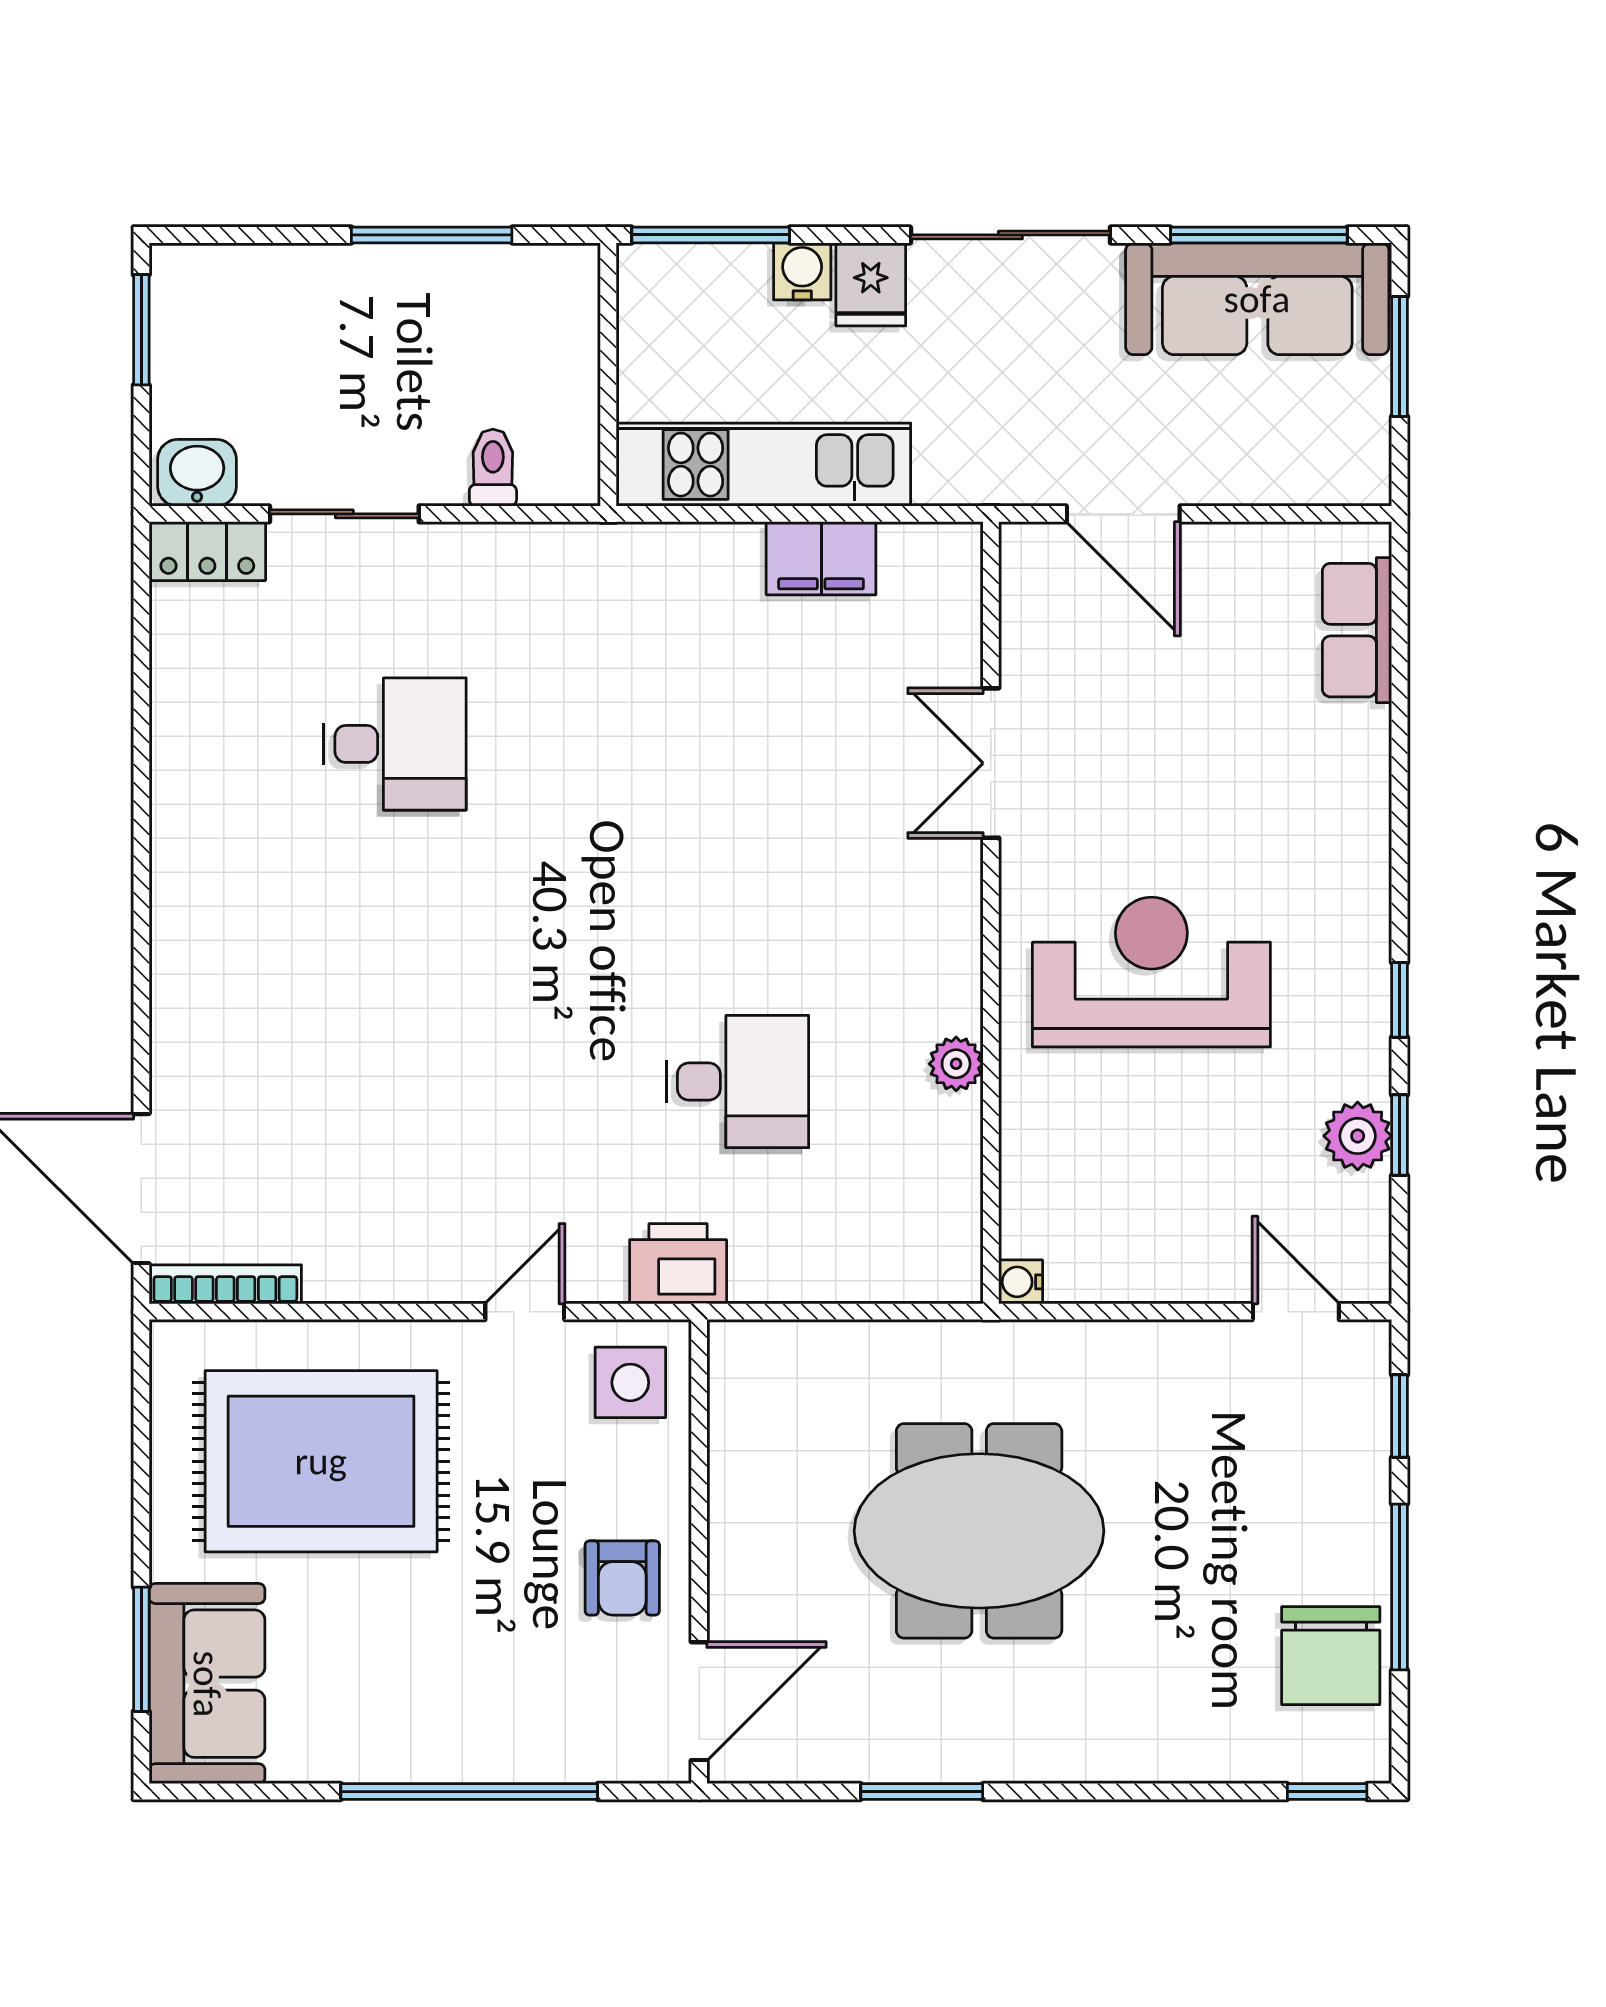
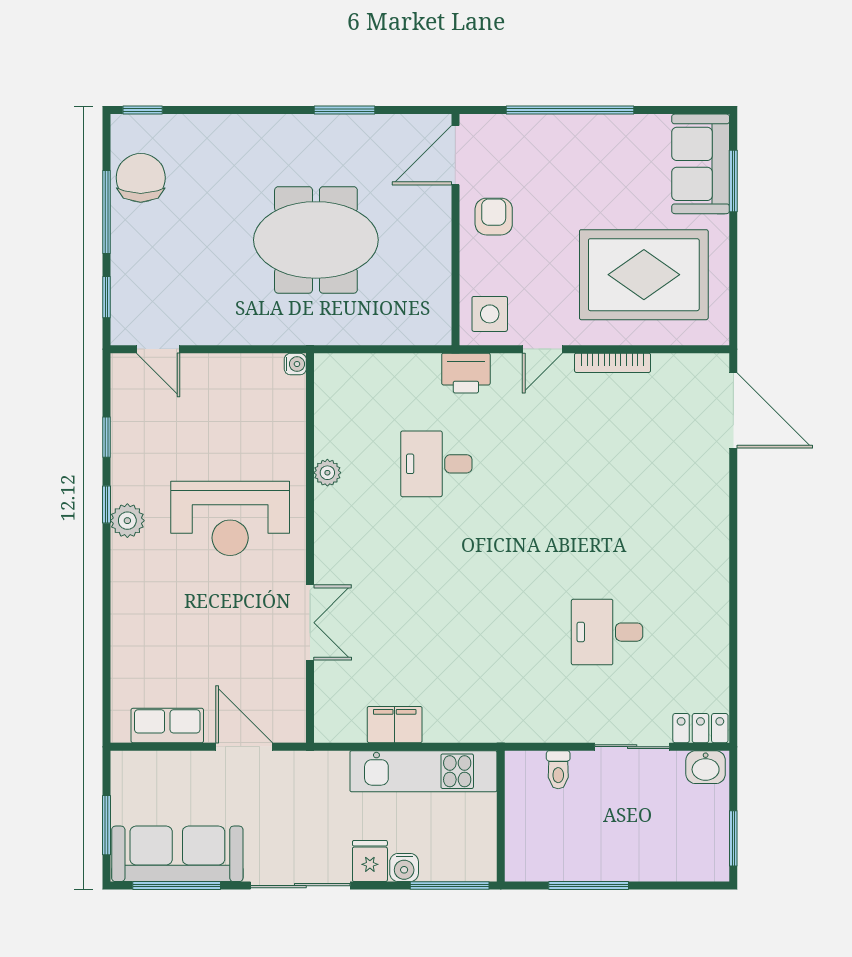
row of seats: (1357, 630) -> (167, 725), moved, turned -90
plant: (1358, 1136) -> (127, 521), moved
bookcase: (225, 1284) -> (613, 363), moved

